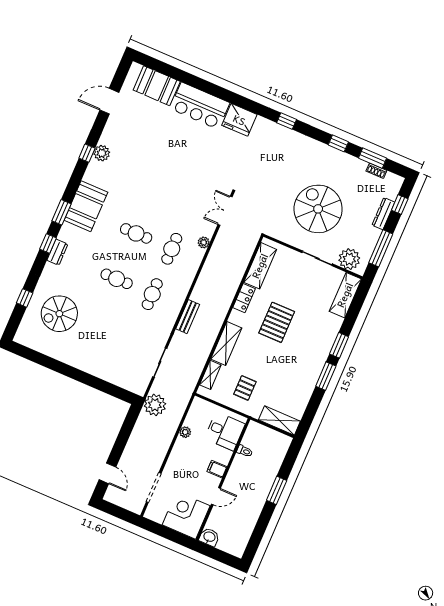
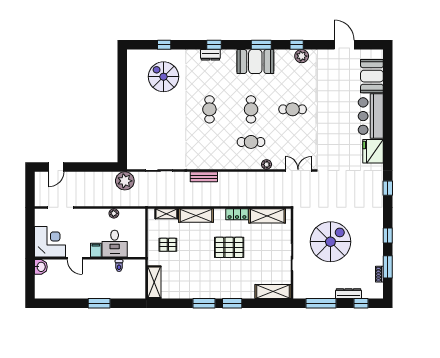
window: (62, 212) -> (261, 45), moved
plant: (349, 259) -> (302, 283), removed
cafe table: (152, 294) -> (293, 109), moved
desk: (225, 431) -> (115, 244), moved

